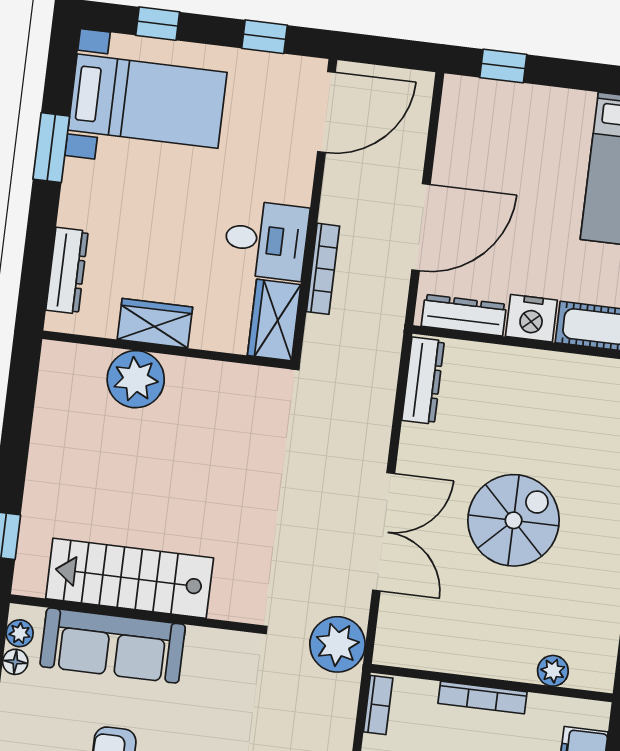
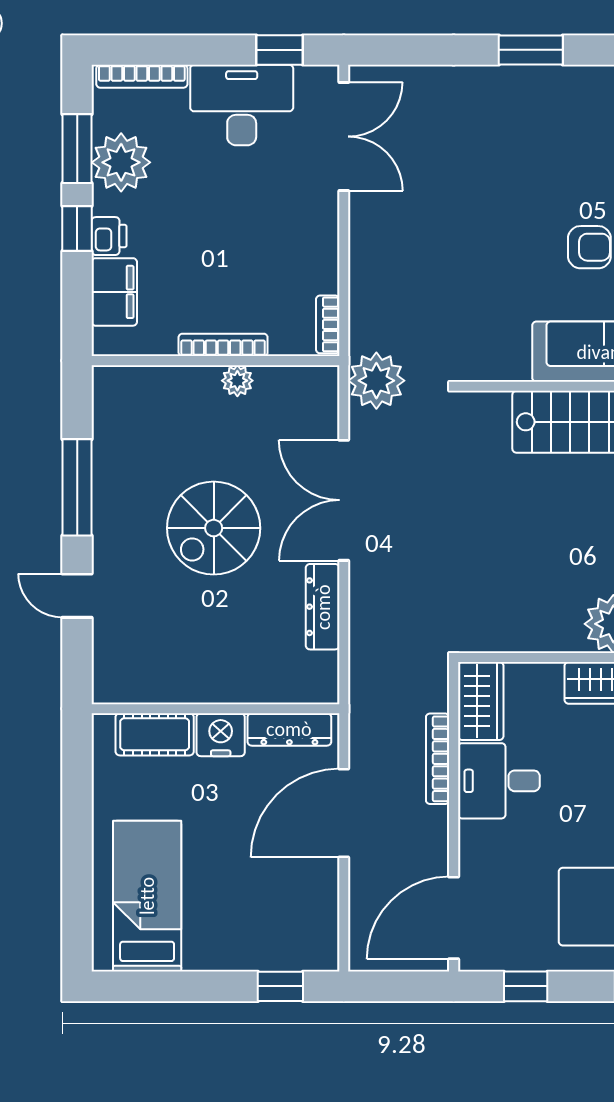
dresser: (423, 381) -> (323, 607), moved
plant: (553, 671) -> (237, 381), moved

